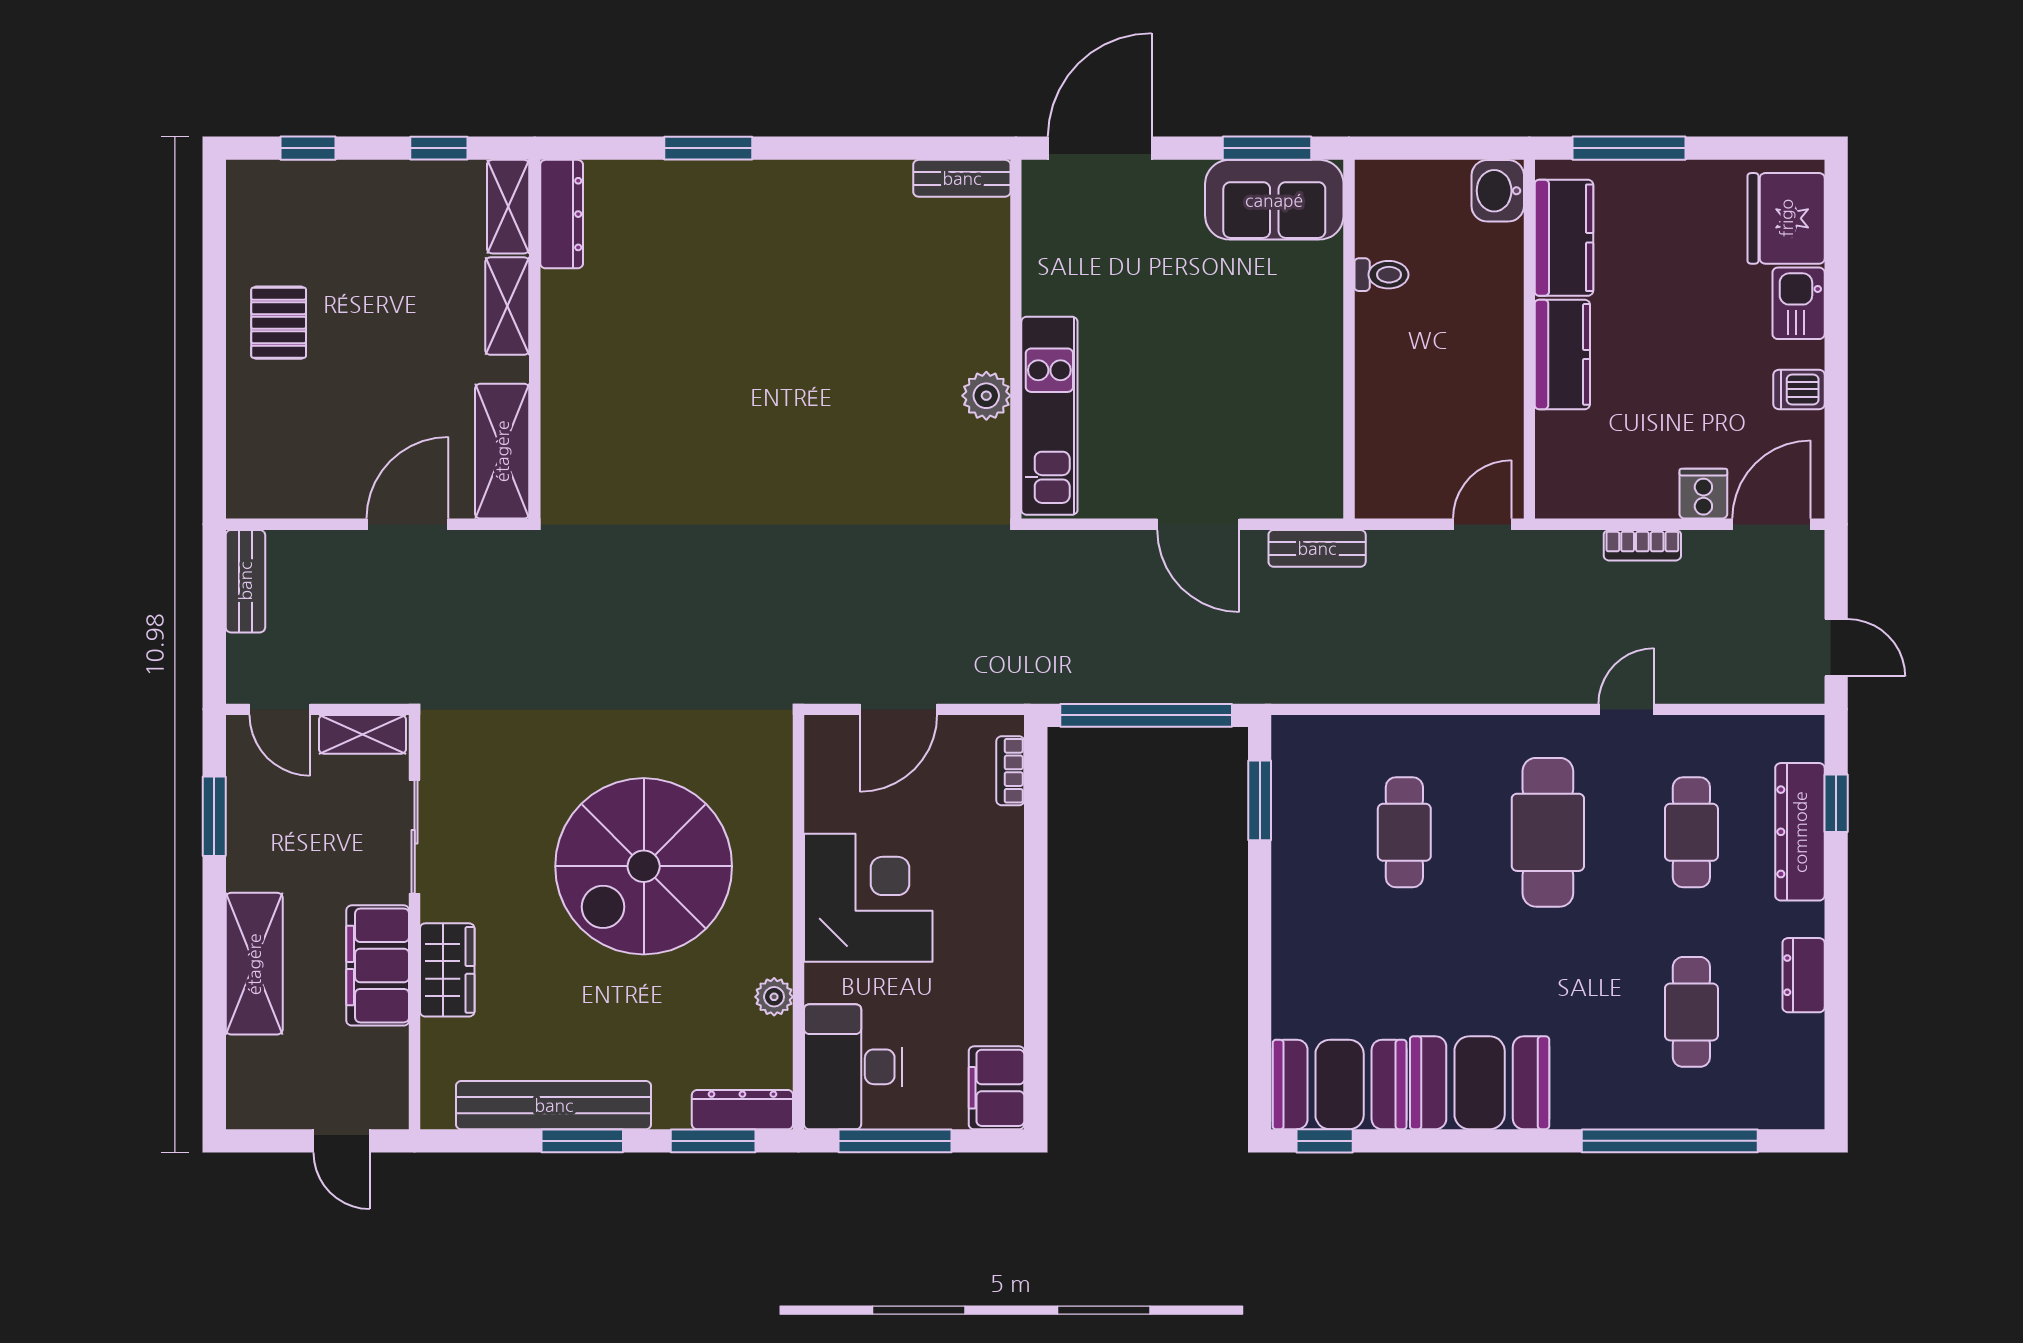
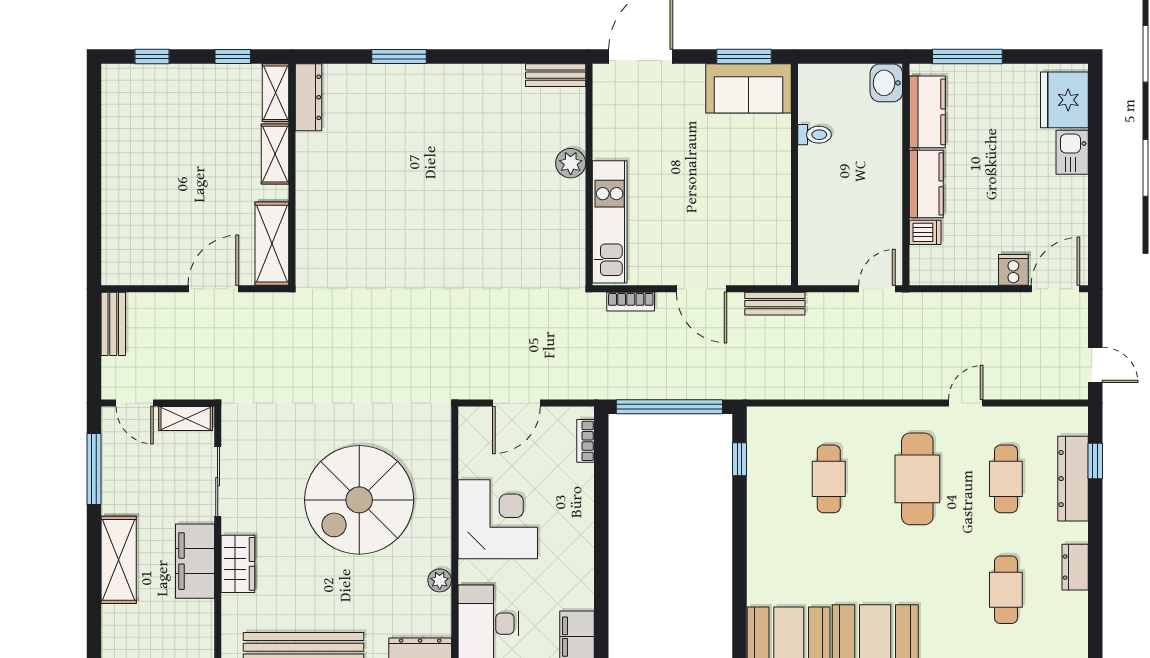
pallet: (279, 323) -> (134, 164), removed
dishwasher: (1799, 389) -> (925, 232), moved, turned 180
plant: (986, 396) -> (571, 163), moved
bookcase: (1642, 545) -> (631, 302), moved
window: (1260, 800) -> (739, 459), width x0.67
window: (214, 816) -> (94, 469), width x1.44

